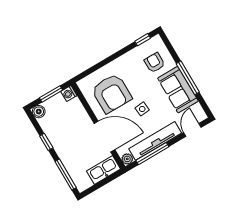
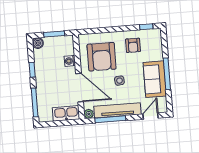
armchair: (155, 63) -> (133, 45), moved, turned 180
washing machine: (69, 93) -> (70, 61), moved

